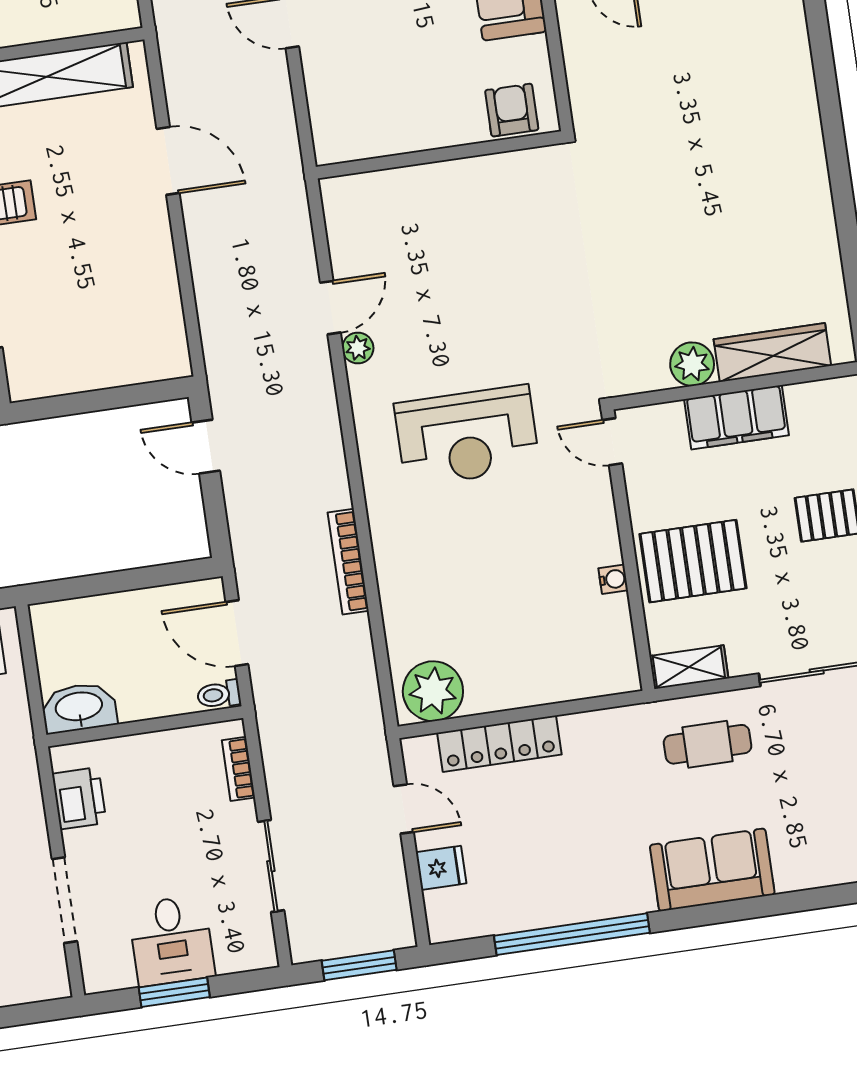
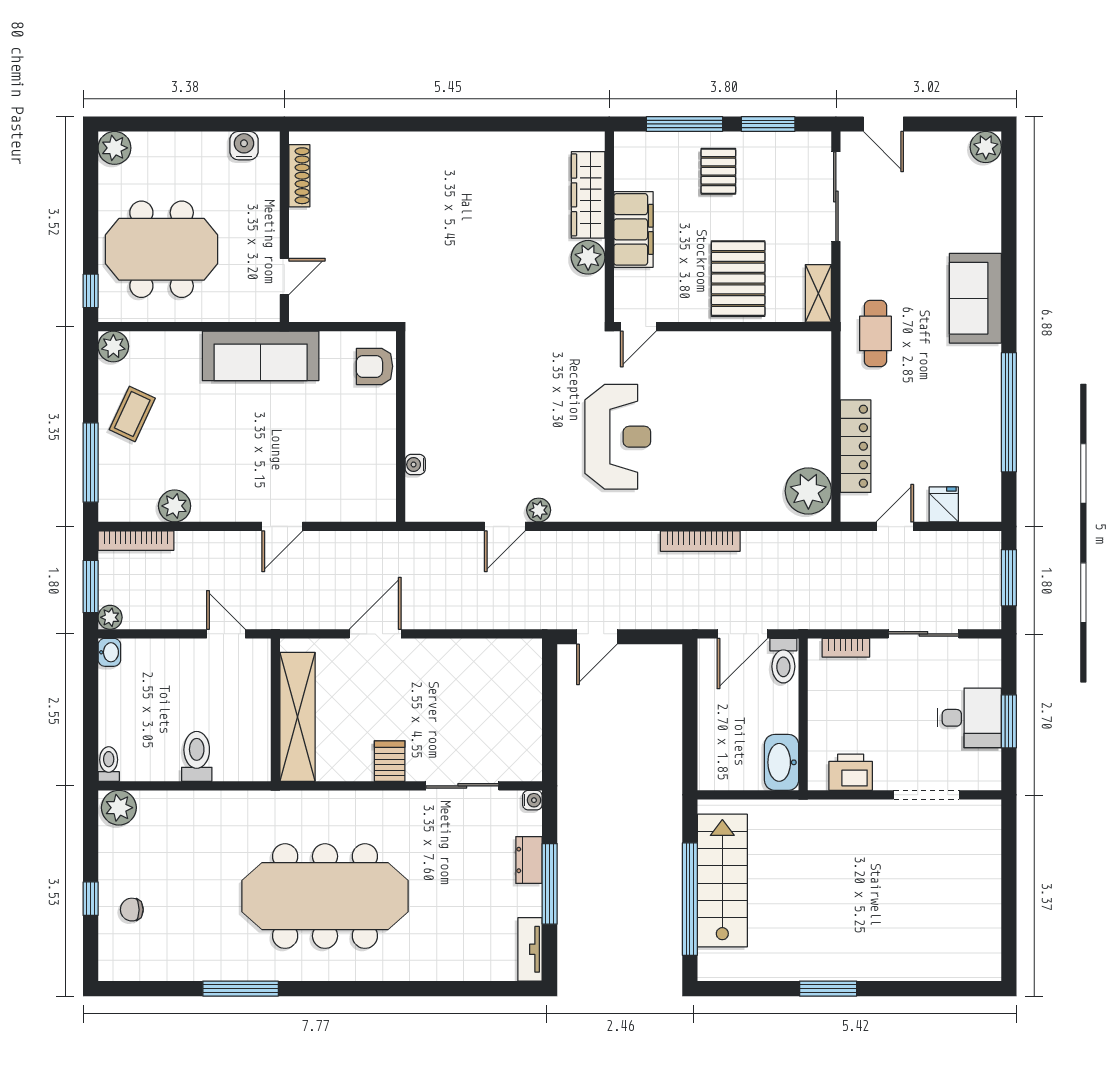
door: (330, 308) -> (505, 526), swing flipped
water cooler: (613, 579) -> (415, 465), moved, turned -90
toilet: (219, 694) -> (783, 661), width x1.37, depth x1.39
cafe table: (708, 744) -> (875, 333), moved

